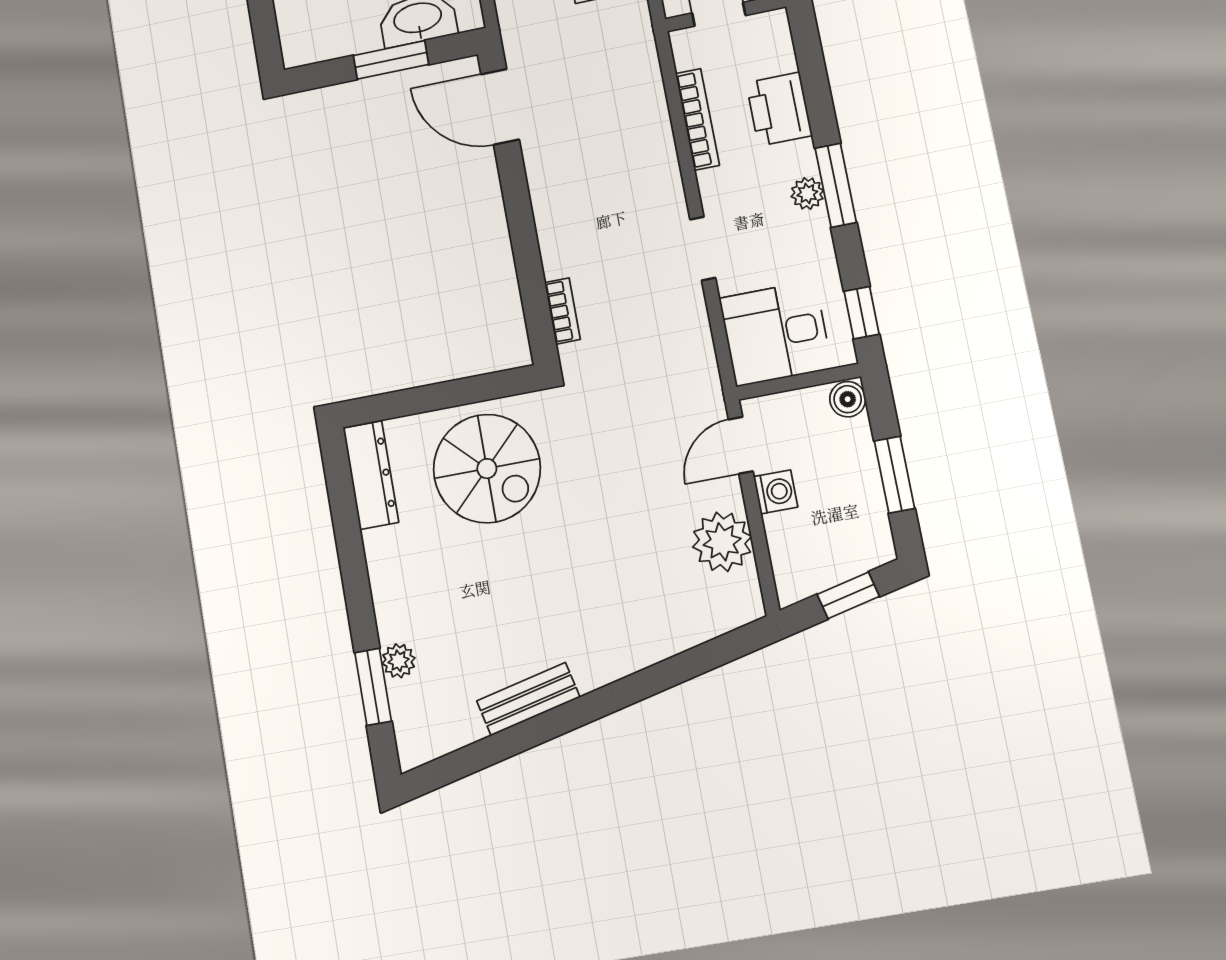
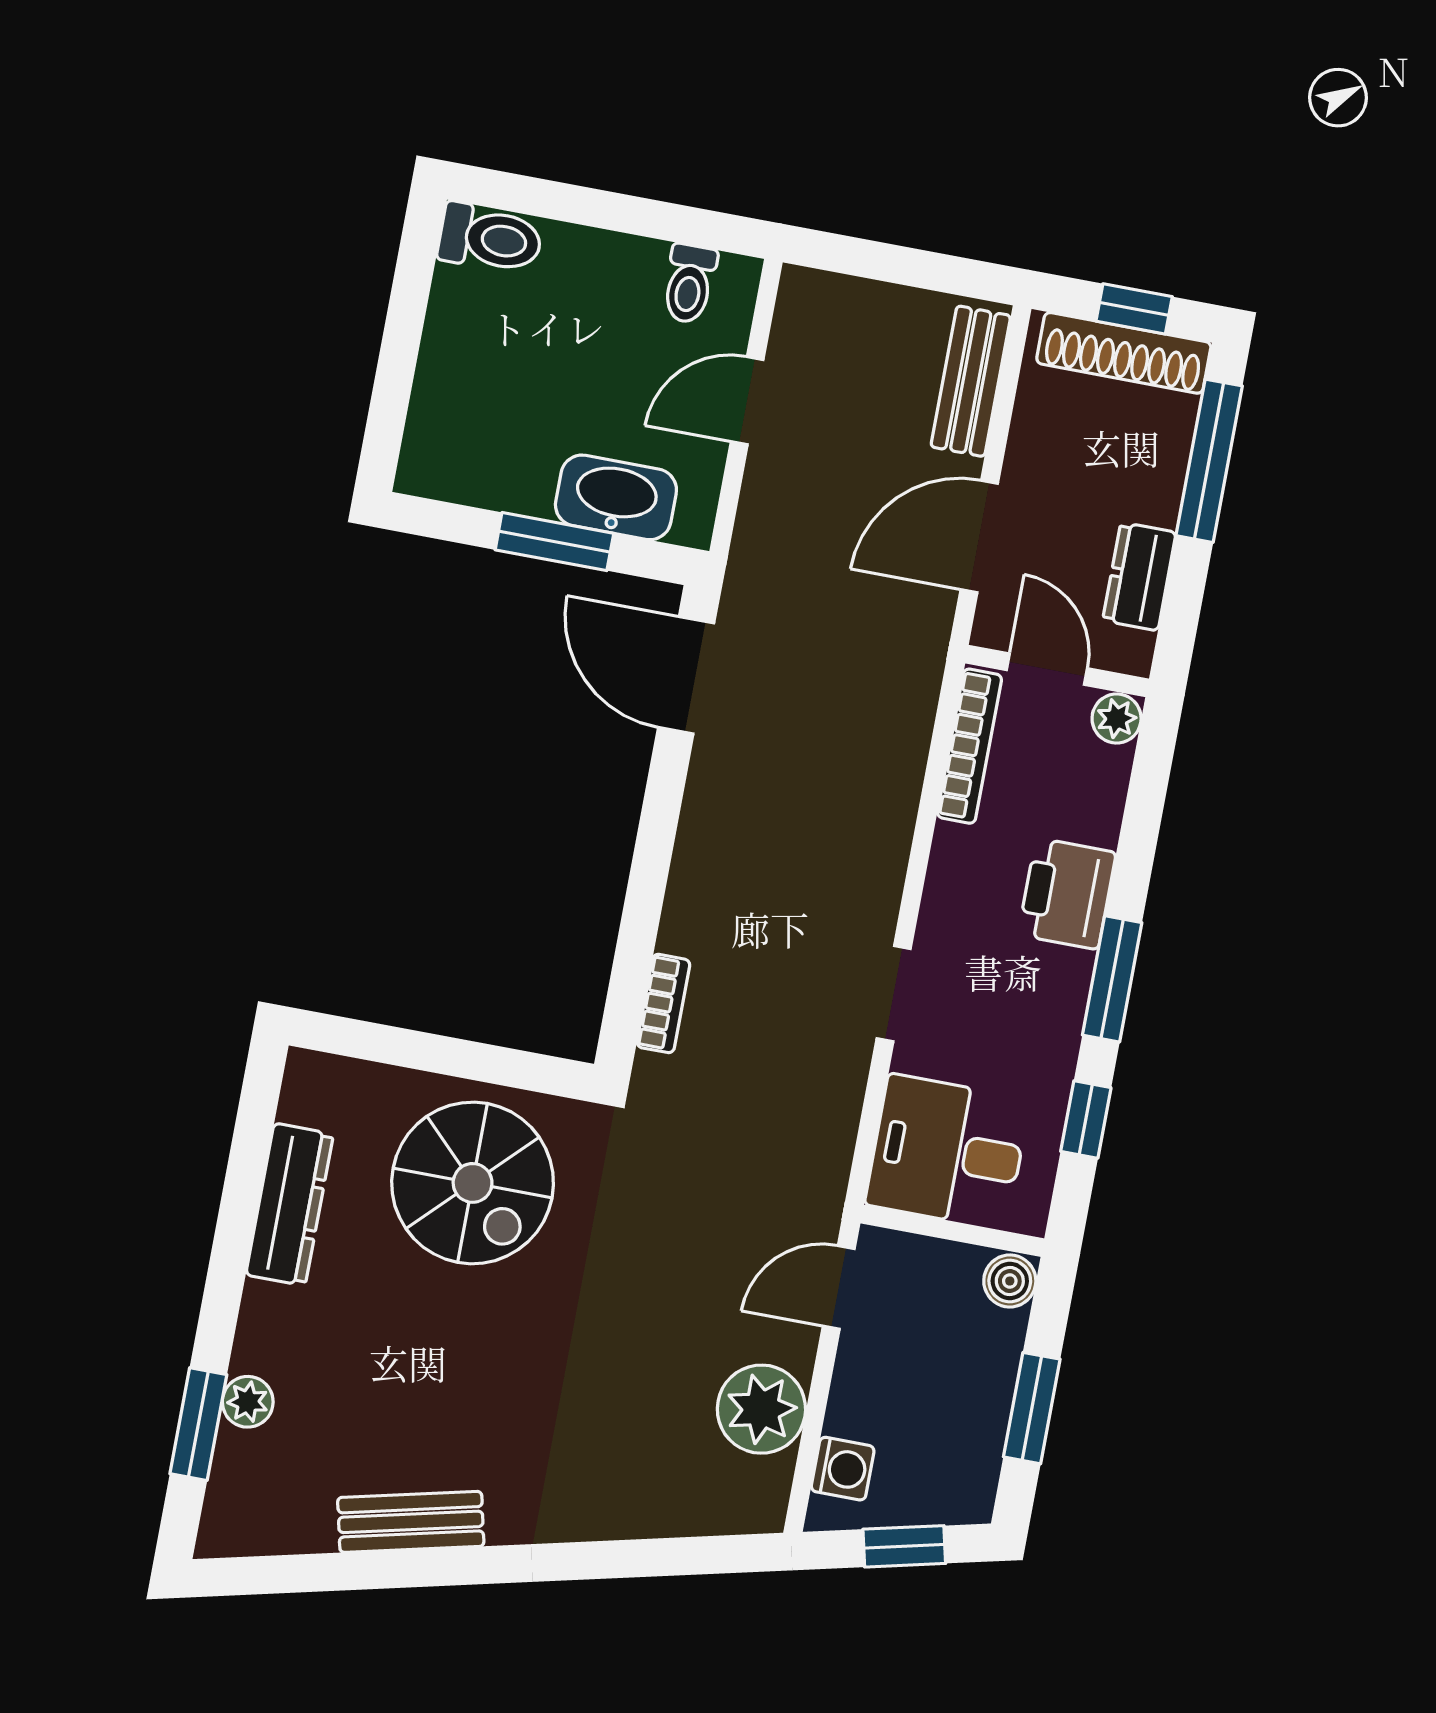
printer: (779, 109) -> (1067, 894), moved
bookcase: (697, 119) -> (969, 746), moved
plant: (807, 193) -> (1117, 719), moved
window: (862, 313) -> (1086, 1119), moved
dresser: (371, 475) -> (290, 1204), moved
washing machine: (776, 492) -> (843, 1469), moved

